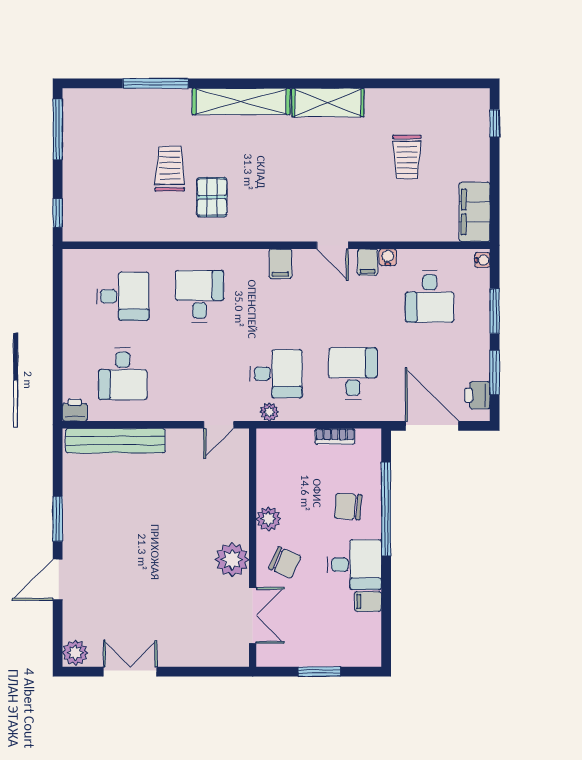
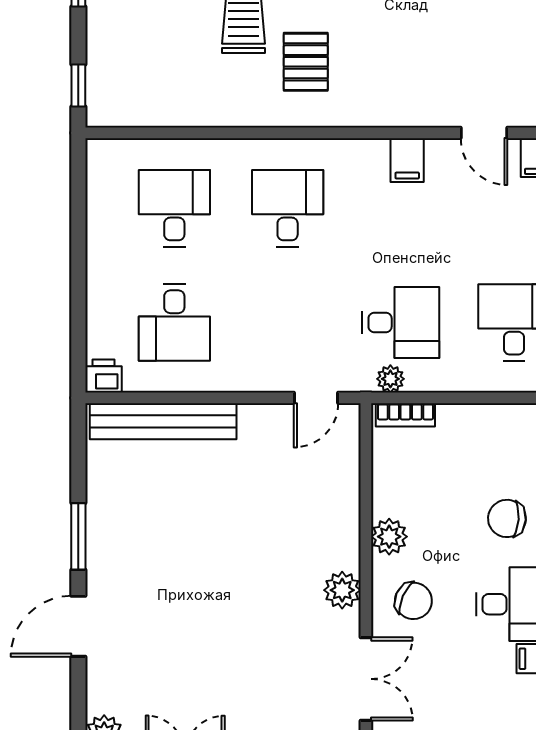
desk: (123, 296) -> (174, 208), turned -90
bookcase: (335, 436) -> (405, 415), moved
plant: (232, 560) -> (342, 590), width x0.73, depth x0.73

